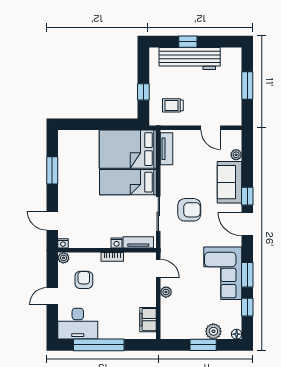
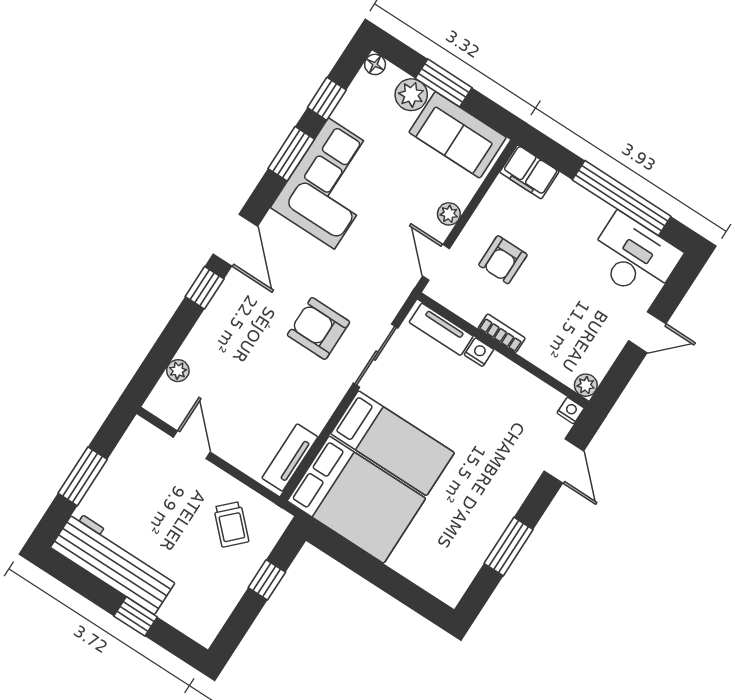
workbench: (190, 59) -> (115, 562), moved
trolley: (173, 105) -> (231, 524), turned 45
sofa: (230, 182) -> (458, 135), moved, turned 90
armchair: (84, 280) -> (503, 260), moved
filing cabinet: (148, 320) -> (529, 172), moved, turned 90

